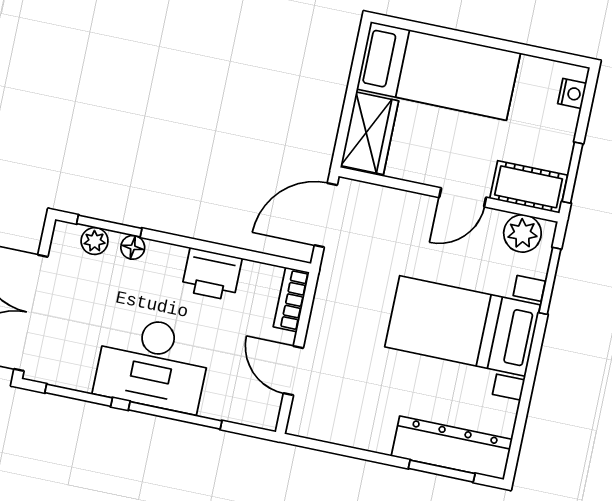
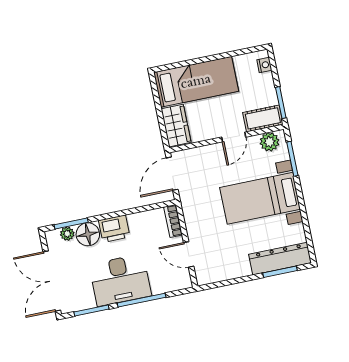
floor lamp: (133, 247) -> (88, 234), width x1.89, depth x1.89
printer: (212, 274) -> (114, 229), moved

